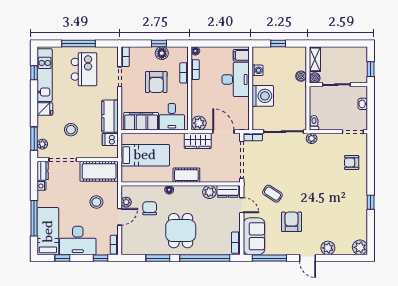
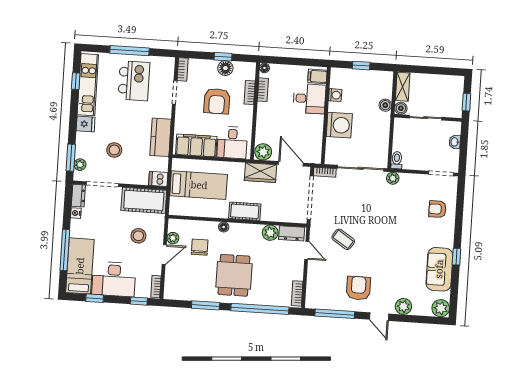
desk: (236, 79) -> (309, 99), width x0.73
dishwasher: (110, 140) -> (158, 179), moved
armchair: (292, 222) -> (358, 288), moved
sofa: (254, 236) -> (439, 269), moved, turned 180

